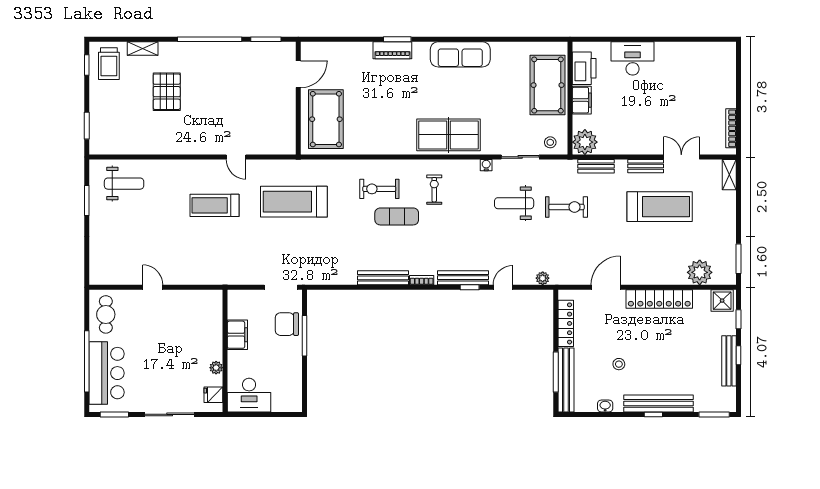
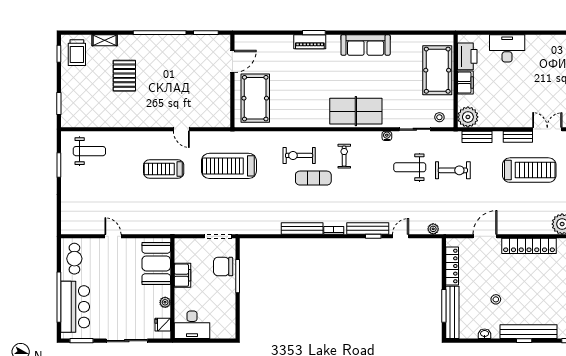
booth: (205, 320) -> (156, 263), added

